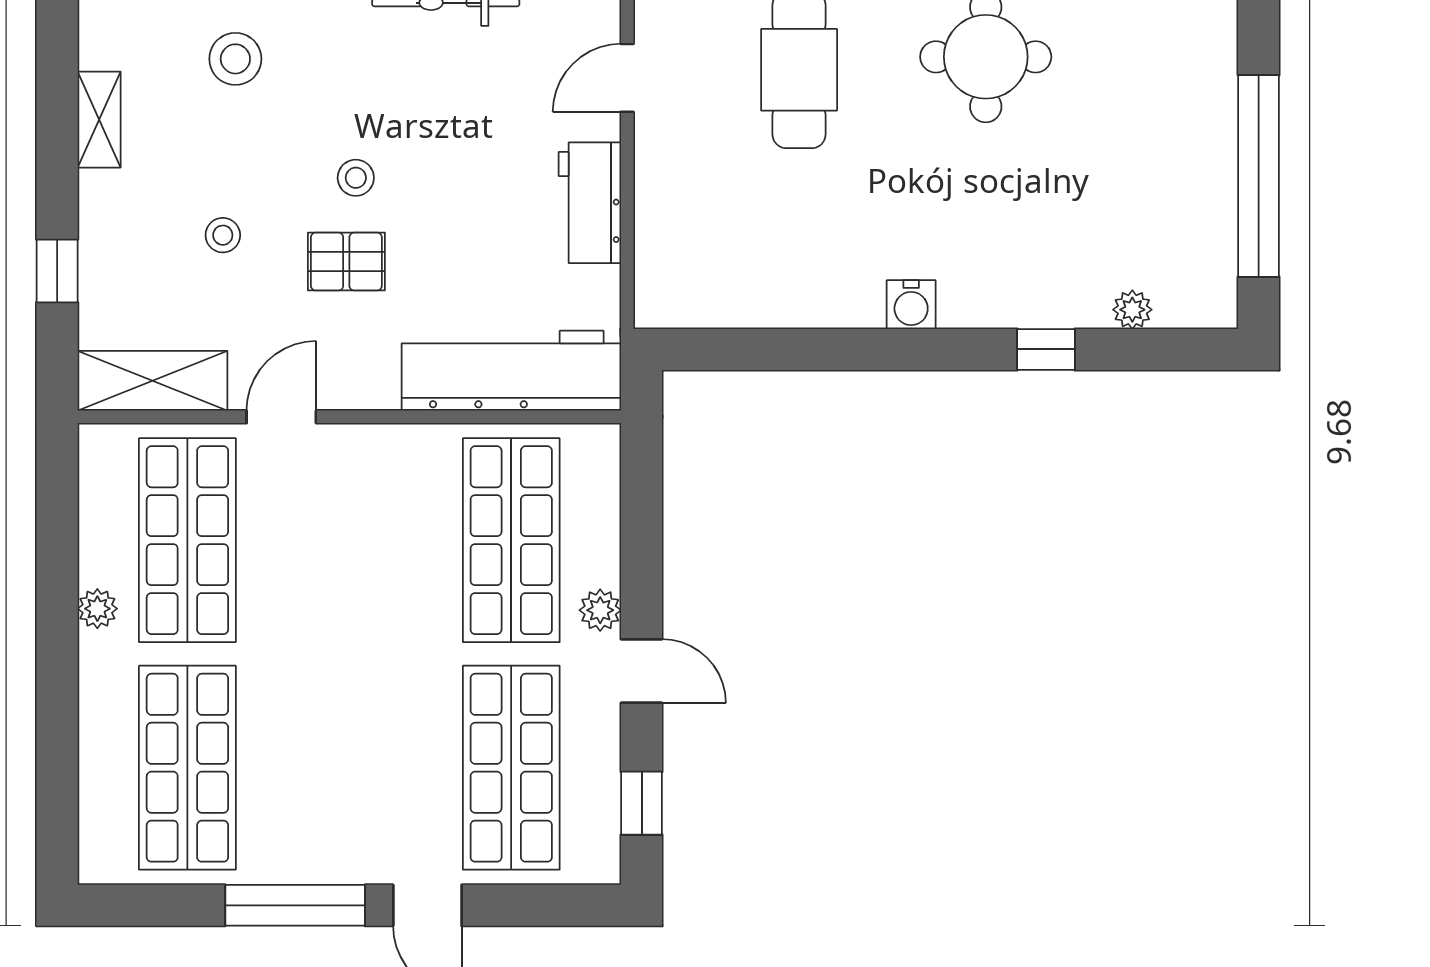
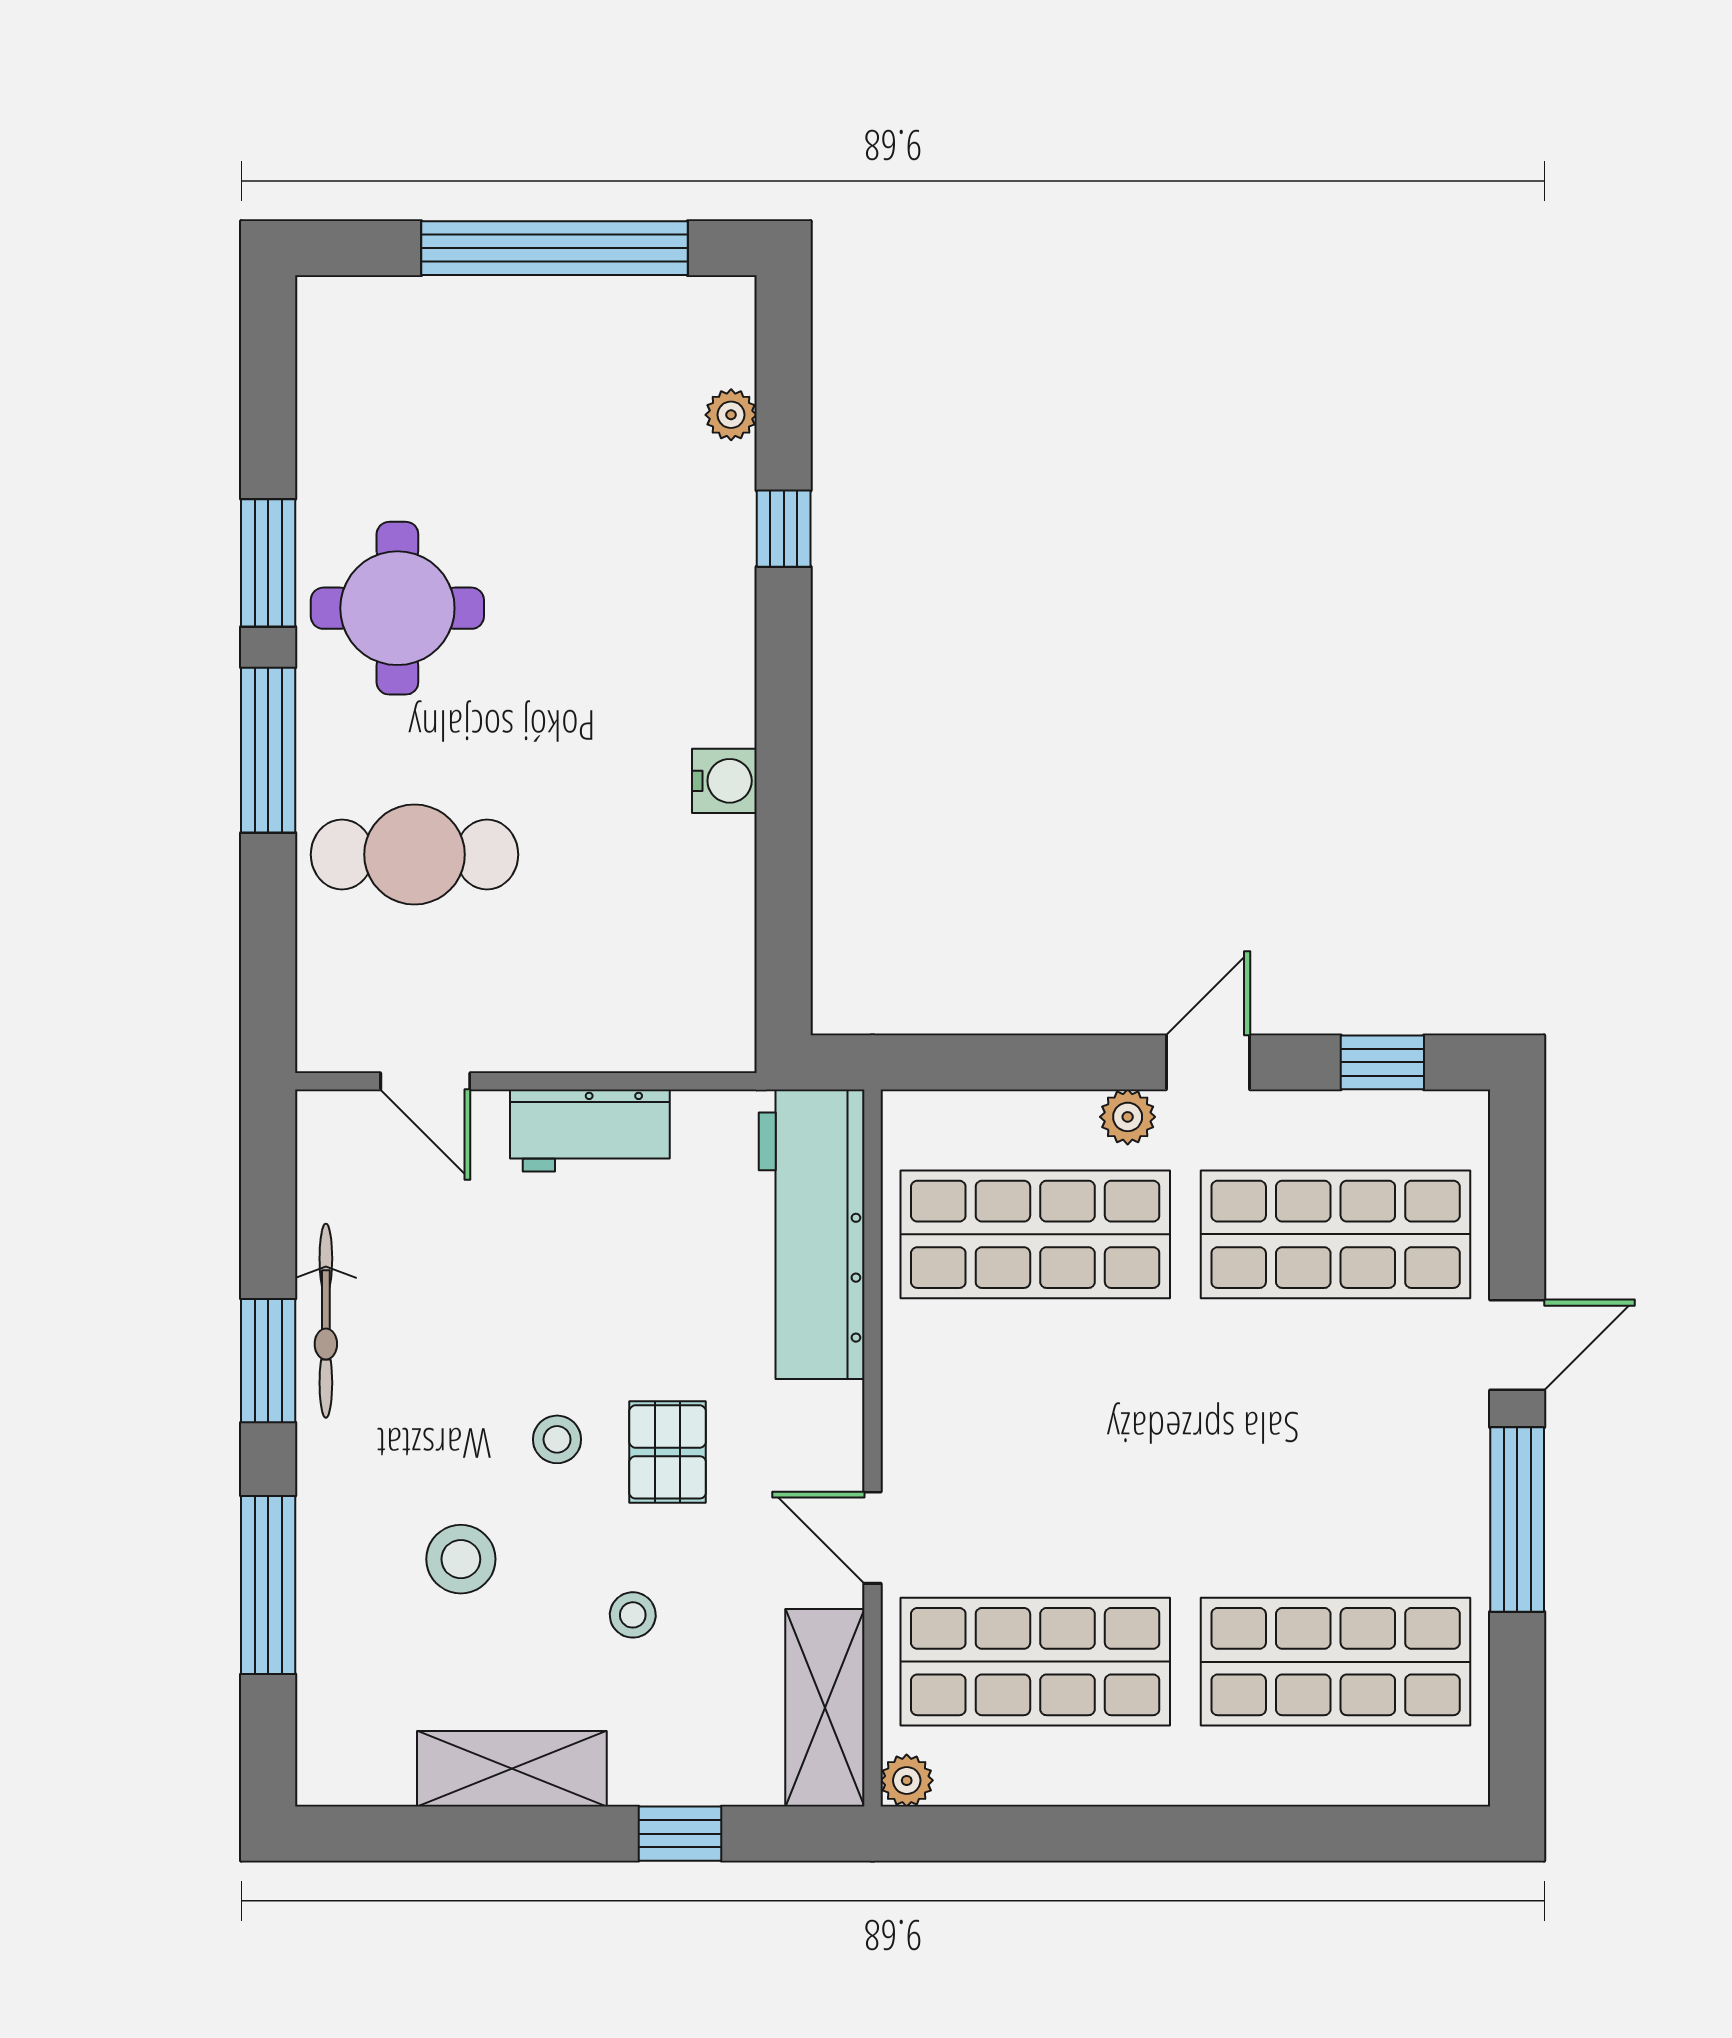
stool: (235, 59) -> (461, 1559), moved
shelving: (99, 120) -> (512, 1769), width x1.50, depth x1.33
water cooler: (911, 305) -> (724, 781), moved
plant: (97, 609) -> (907, 1780), moved

